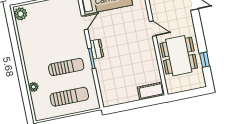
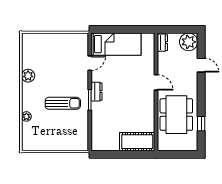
plant: (20, 14) -> (28, 76), moved
cot: (151, 91) -> (137, 142), width x1.37, depth x1.34
sun lounger: (69, 97) -> (60, 133), removed

